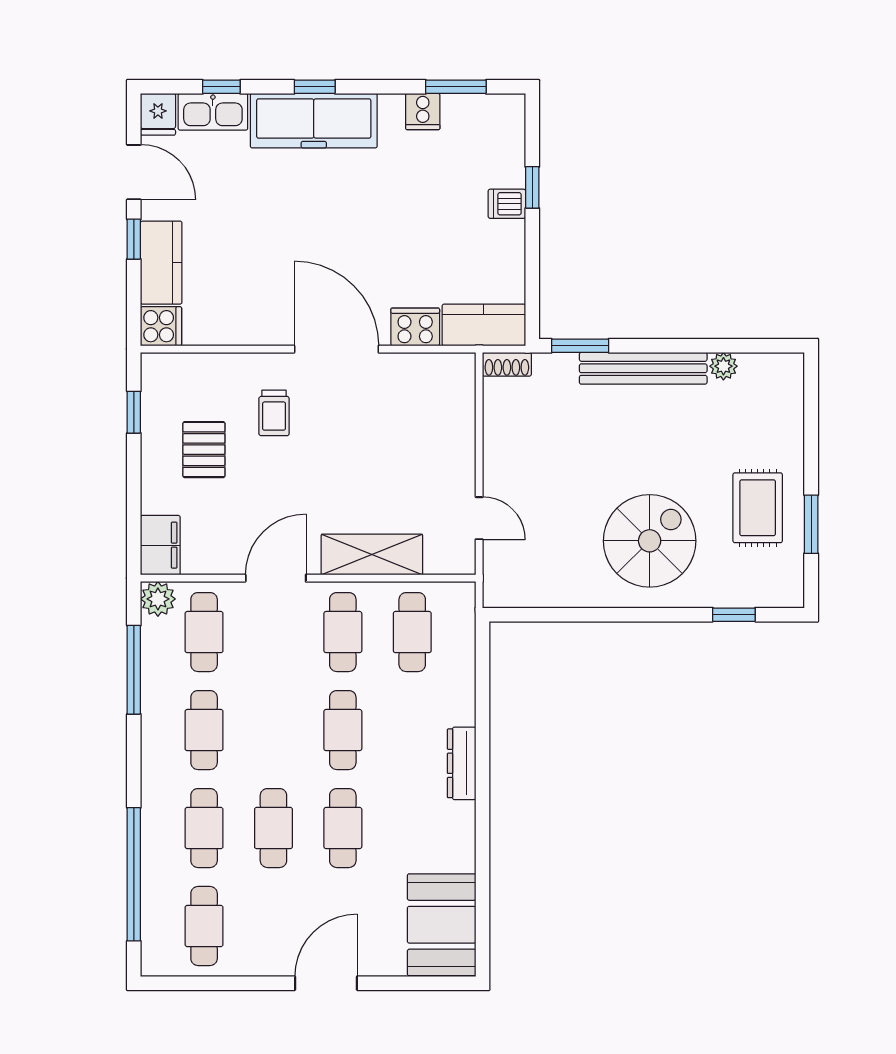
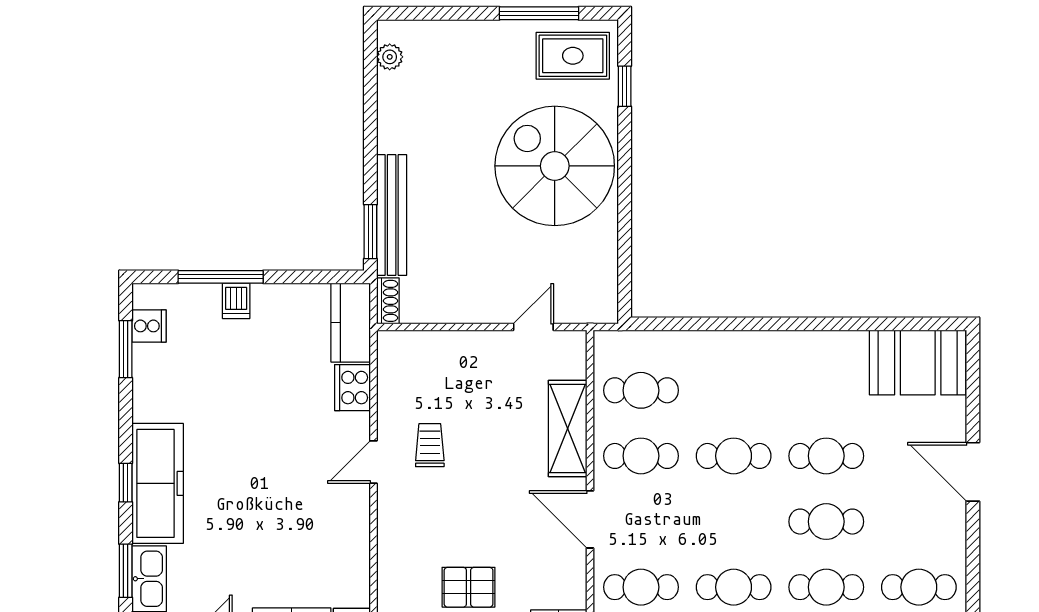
window: (221, 87) -> (126, 571), width x1.50
cooker: (423, 112) -> (149, 326), moved
window: (532, 187) -> (221, 277), width x2.17
door: (336, 349) -> (373, 462), width x0.53
plant: (723, 366) -> (390, 57), moved
bench: (643, 368) -> (392, 215), moved
trolley: (274, 413) -> (430, 445), moved, turned -90
rug: (758, 508) -> (573, 56), moved
window: (811, 524) -> (539, 13), width x1.44
spiral stairs: (650, 541) -> (555, 166), width x1.37, depth x1.37
dresser: (462, 763) -> (765, 344), removed

